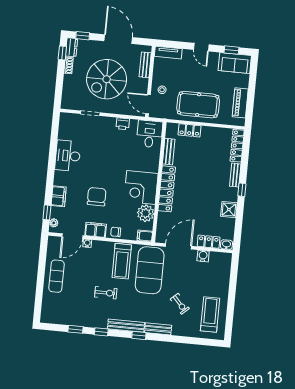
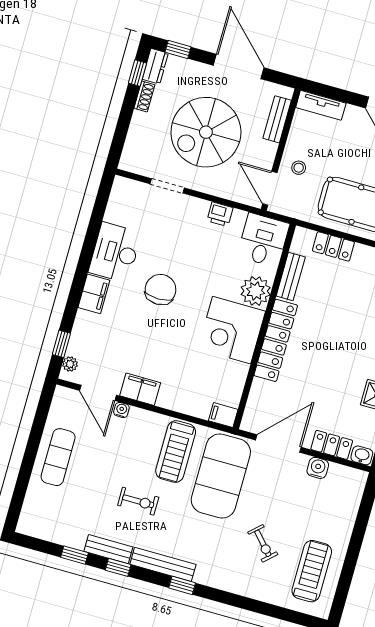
filing cabinet: (59, 196) -> (94, 294), moved
chair: (97, 197) -> (160, 290), moved
plant: (146, 213) -> (256, 291), moved
chair: (116, 232) -> (174, 399), removed
door: (72, 236) -> (98, 393), hinge flipped
bench: (158, 329) -> (108, 549), moved

